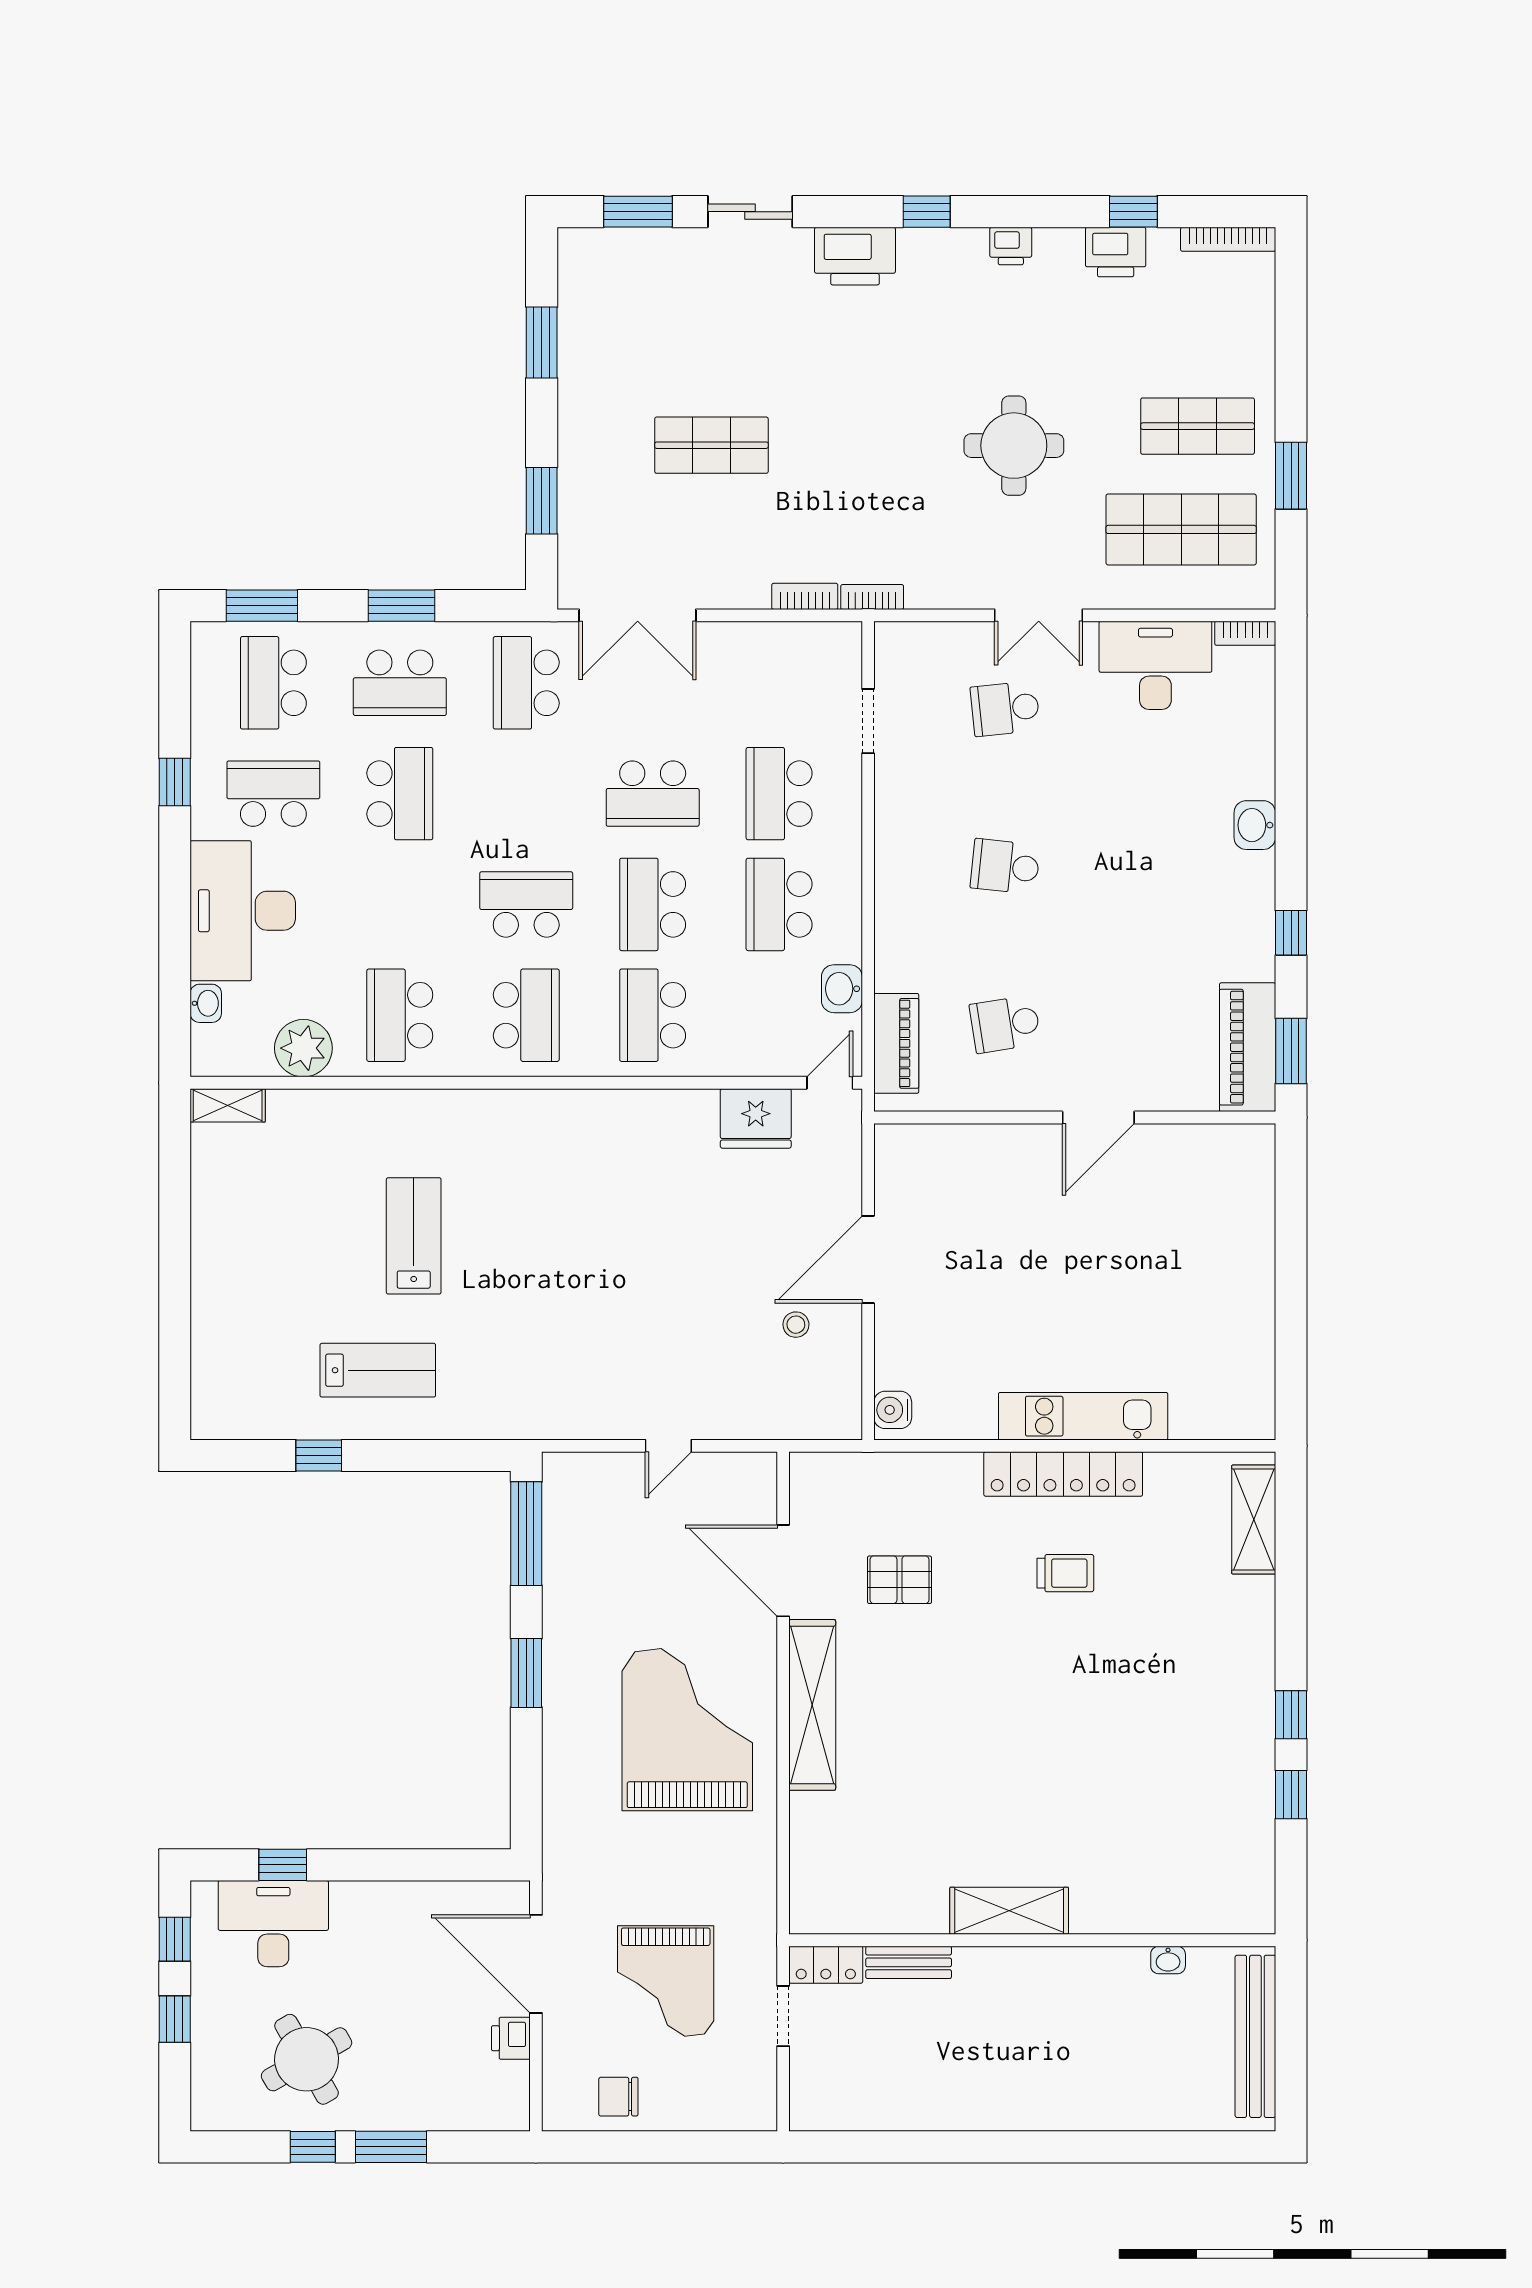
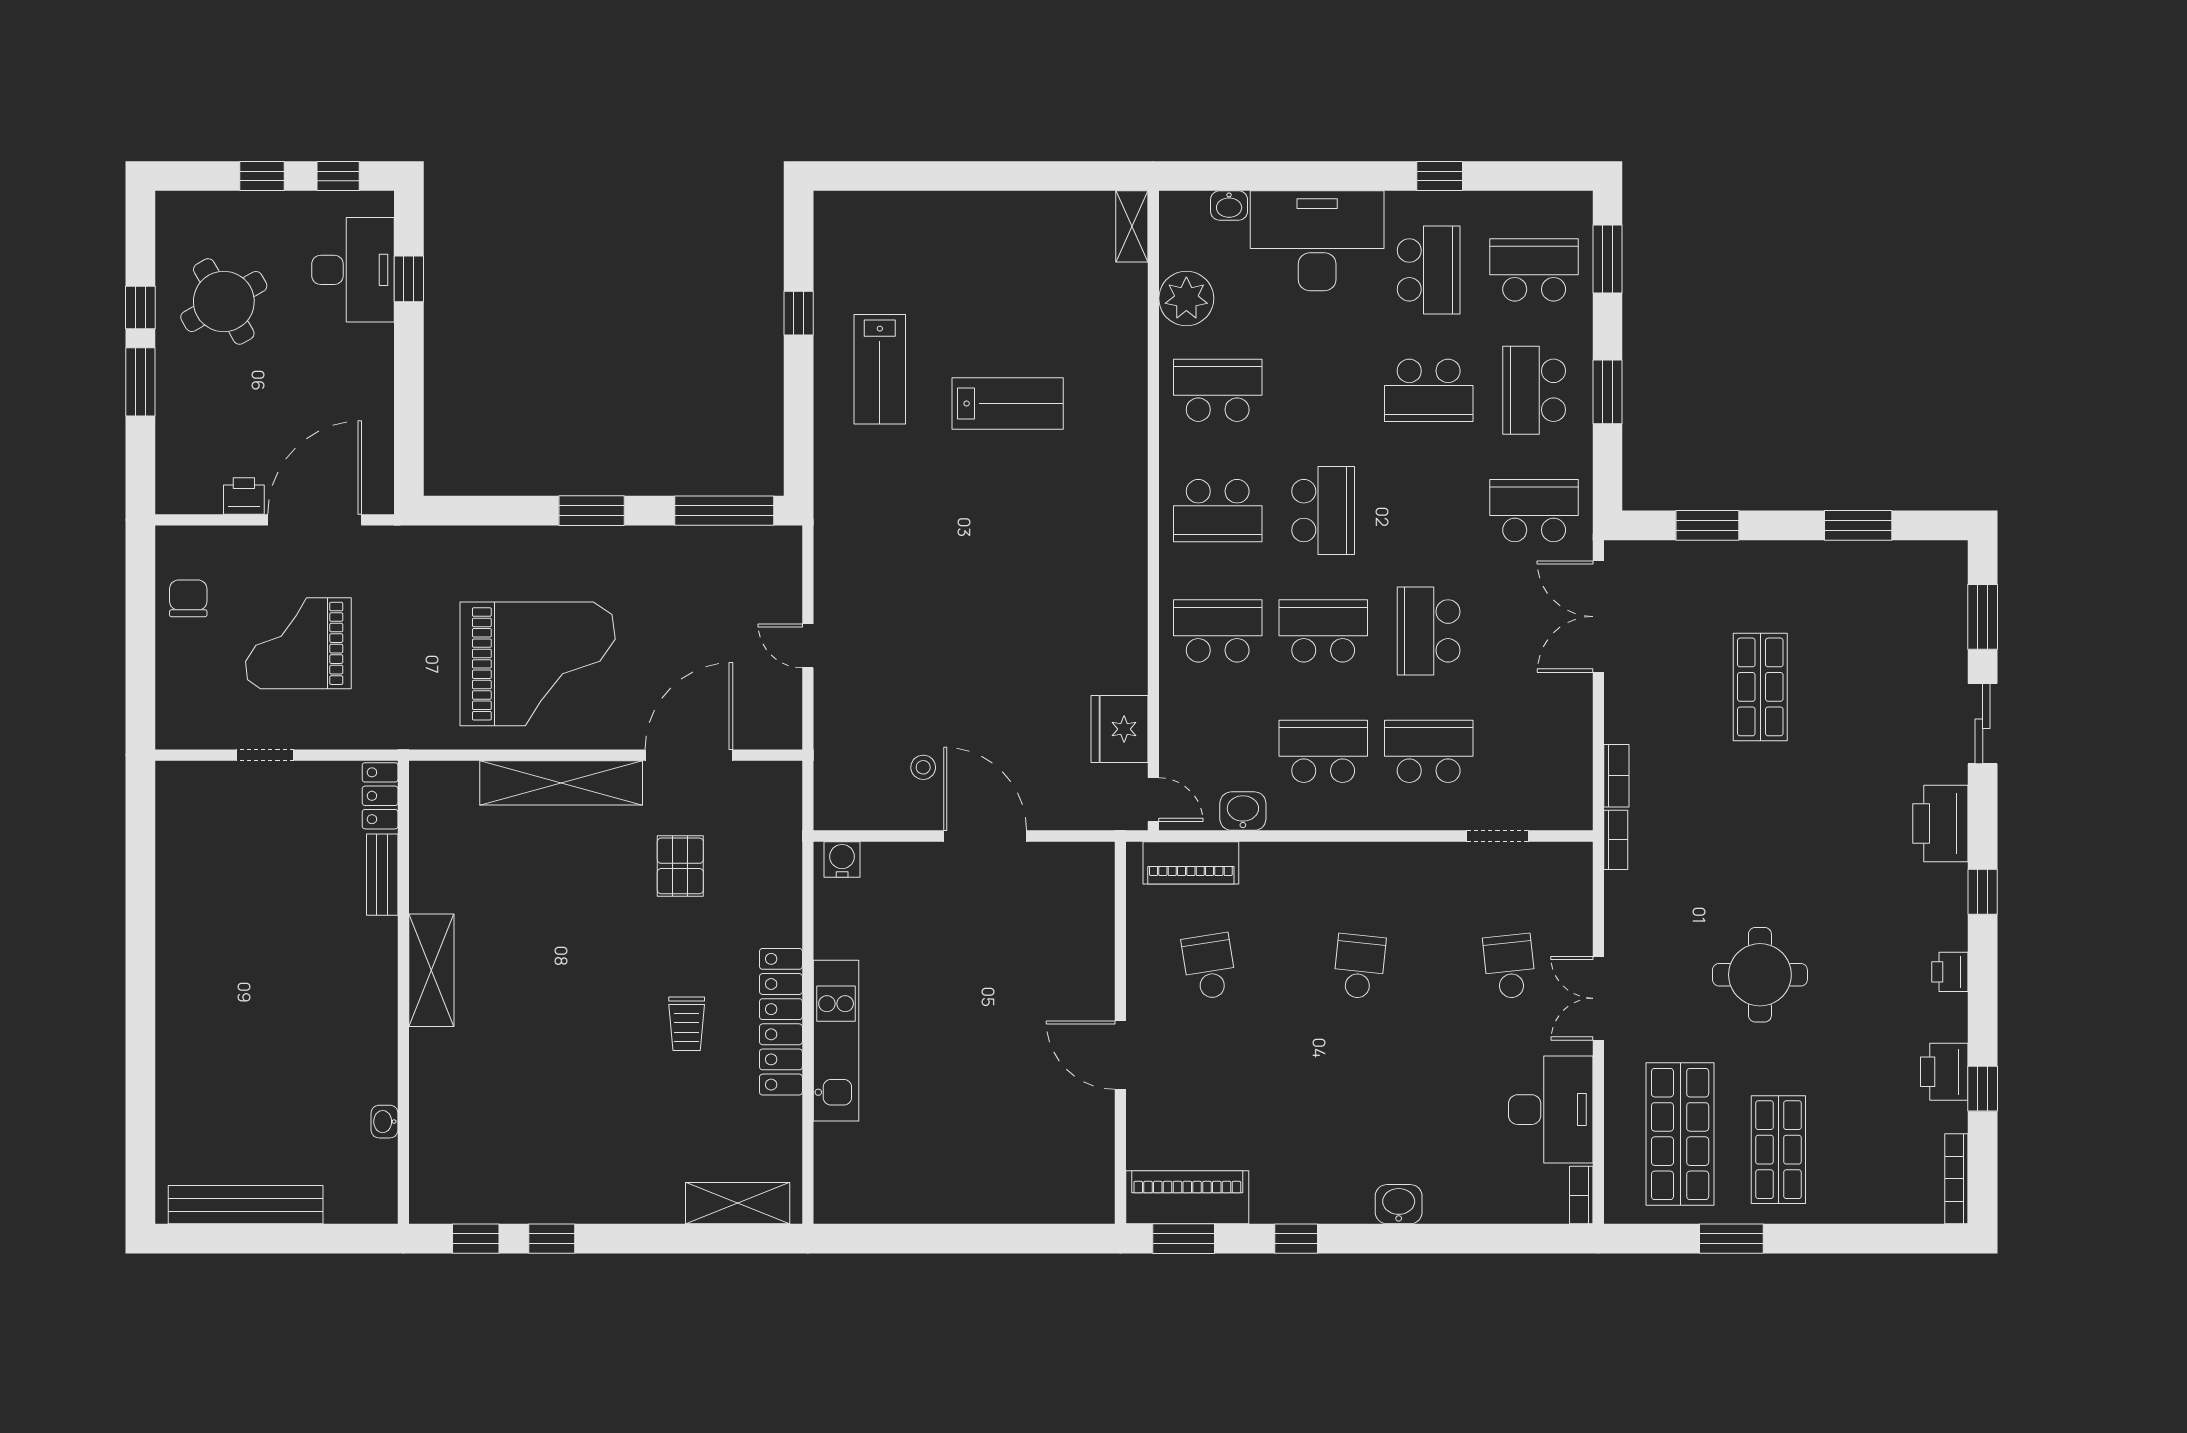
shelving: (1009, 1911) -> (431, 970), moved
wall: (1032, 1940) -> (403, 992), moved
washbasin: (1168, 1960) -> (385, 1122), moved
bench: (909, 1962) -> (382, 875), moved
locker: (826, 1965) -> (380, 796), moved

